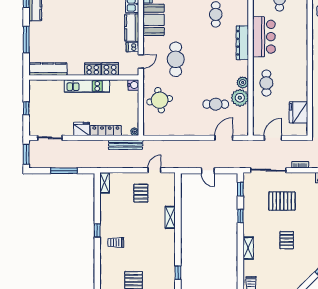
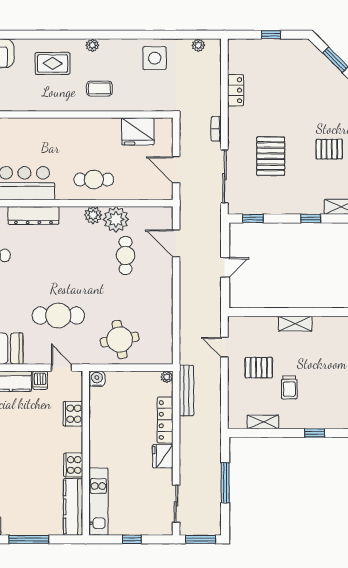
cooker: (93, 69) -> (73, 465), moved
kitchen unit: (87, 86) -> (98, 502), moved
shelving: (105, 183) -> (263, 422), moved
window: (240, 216) -> (311, 219), moved
trolley: (116, 243) -> (289, 387), moved

